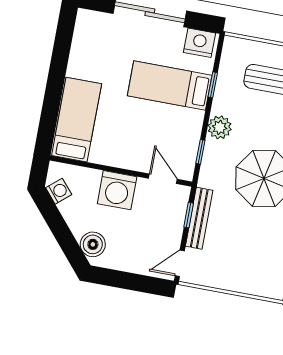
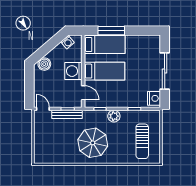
bed: (170, 85) -> (105, 71), moved, turned 90
window: (52, 102) -> (111, 31), added
door: (163, 179) -> (83, 93), hinge flipped

